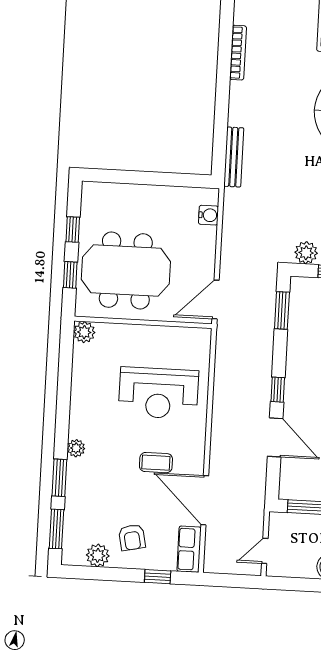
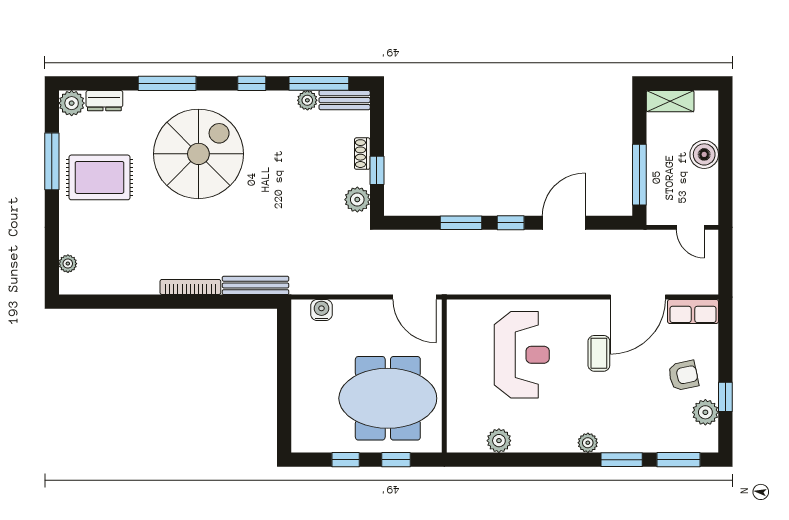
bookcase: (238, 53) -> (190, 287), moved
meeting table: (126, 271) -> (388, 398), turned 90
window: (282, 310) -> (461, 223), moved
plant: (84, 332) -> (499, 441), moved
window: (158, 577) -> (725, 397), moved

